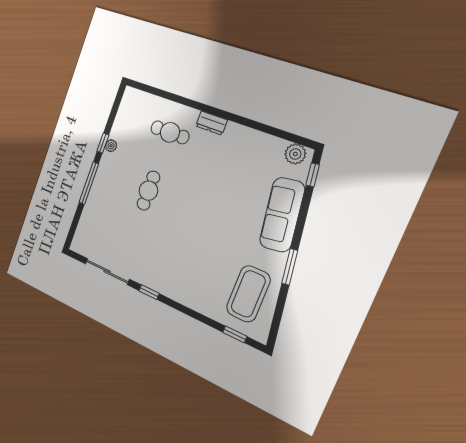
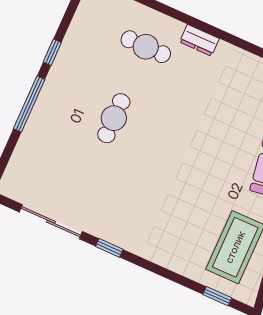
plant: (111, 146) -> (64, 57), removed

